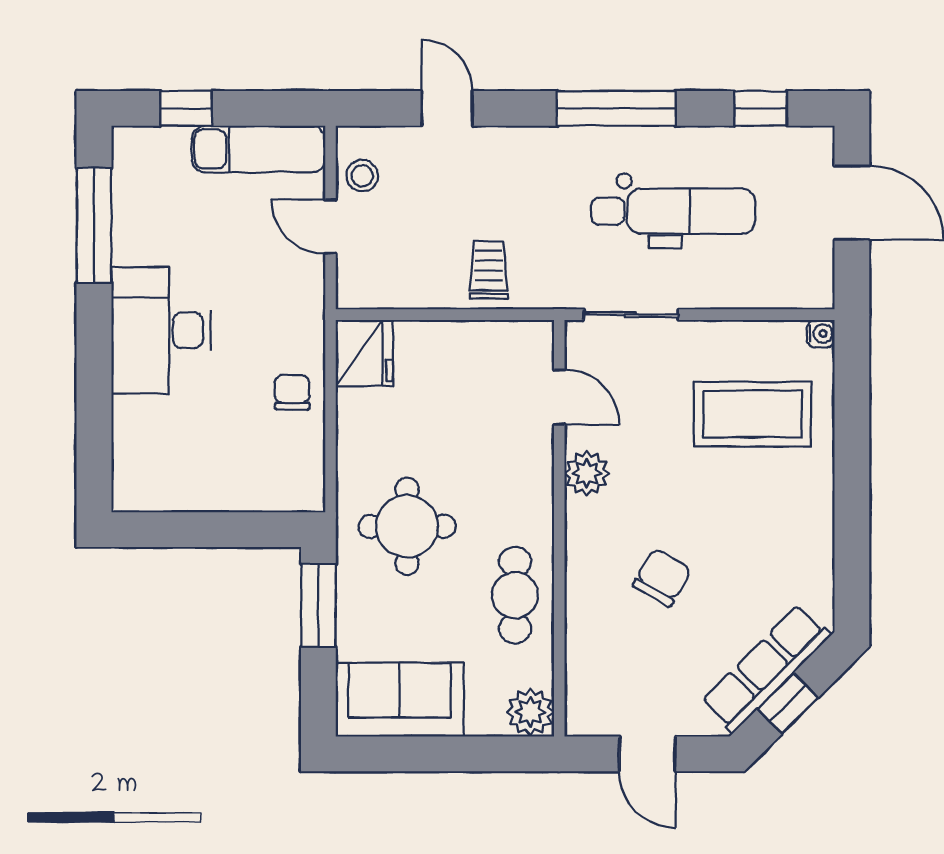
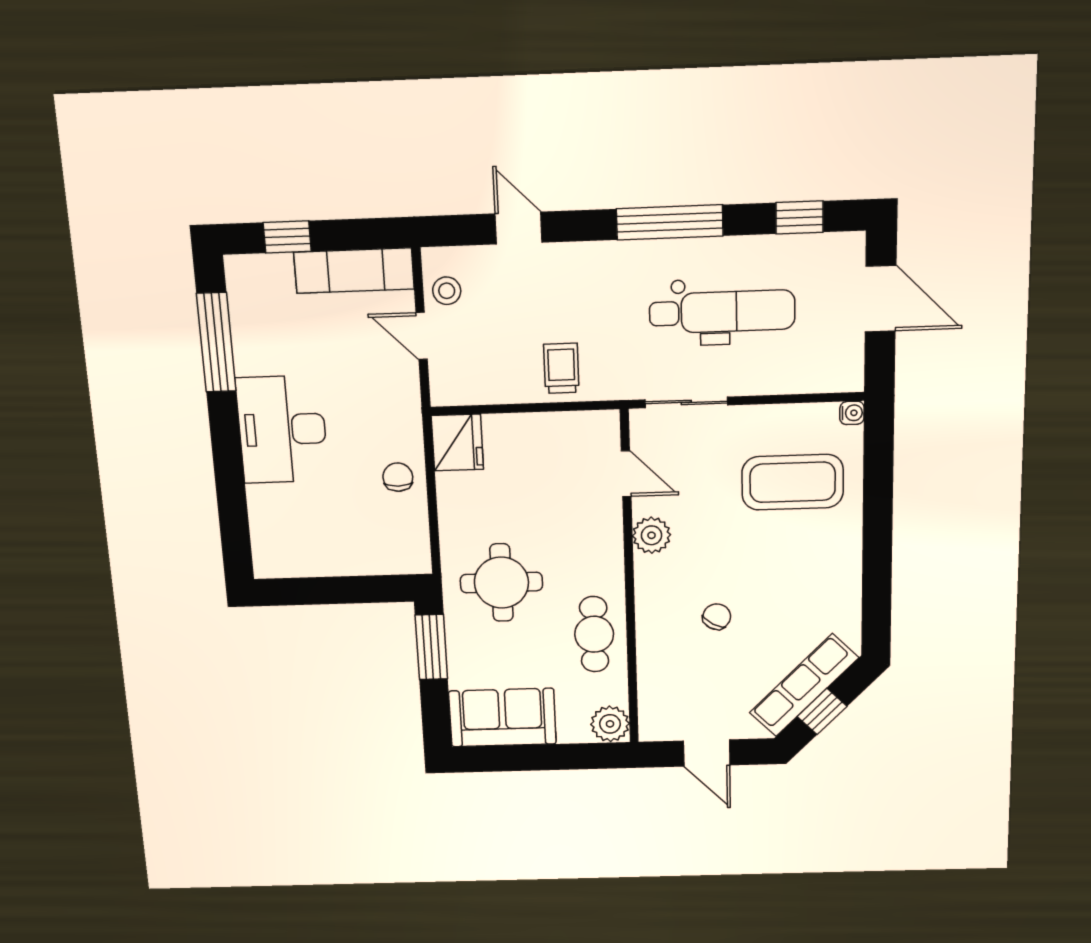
chair: (662, 577) -> (717, 617), width x0.73, depth x0.73

